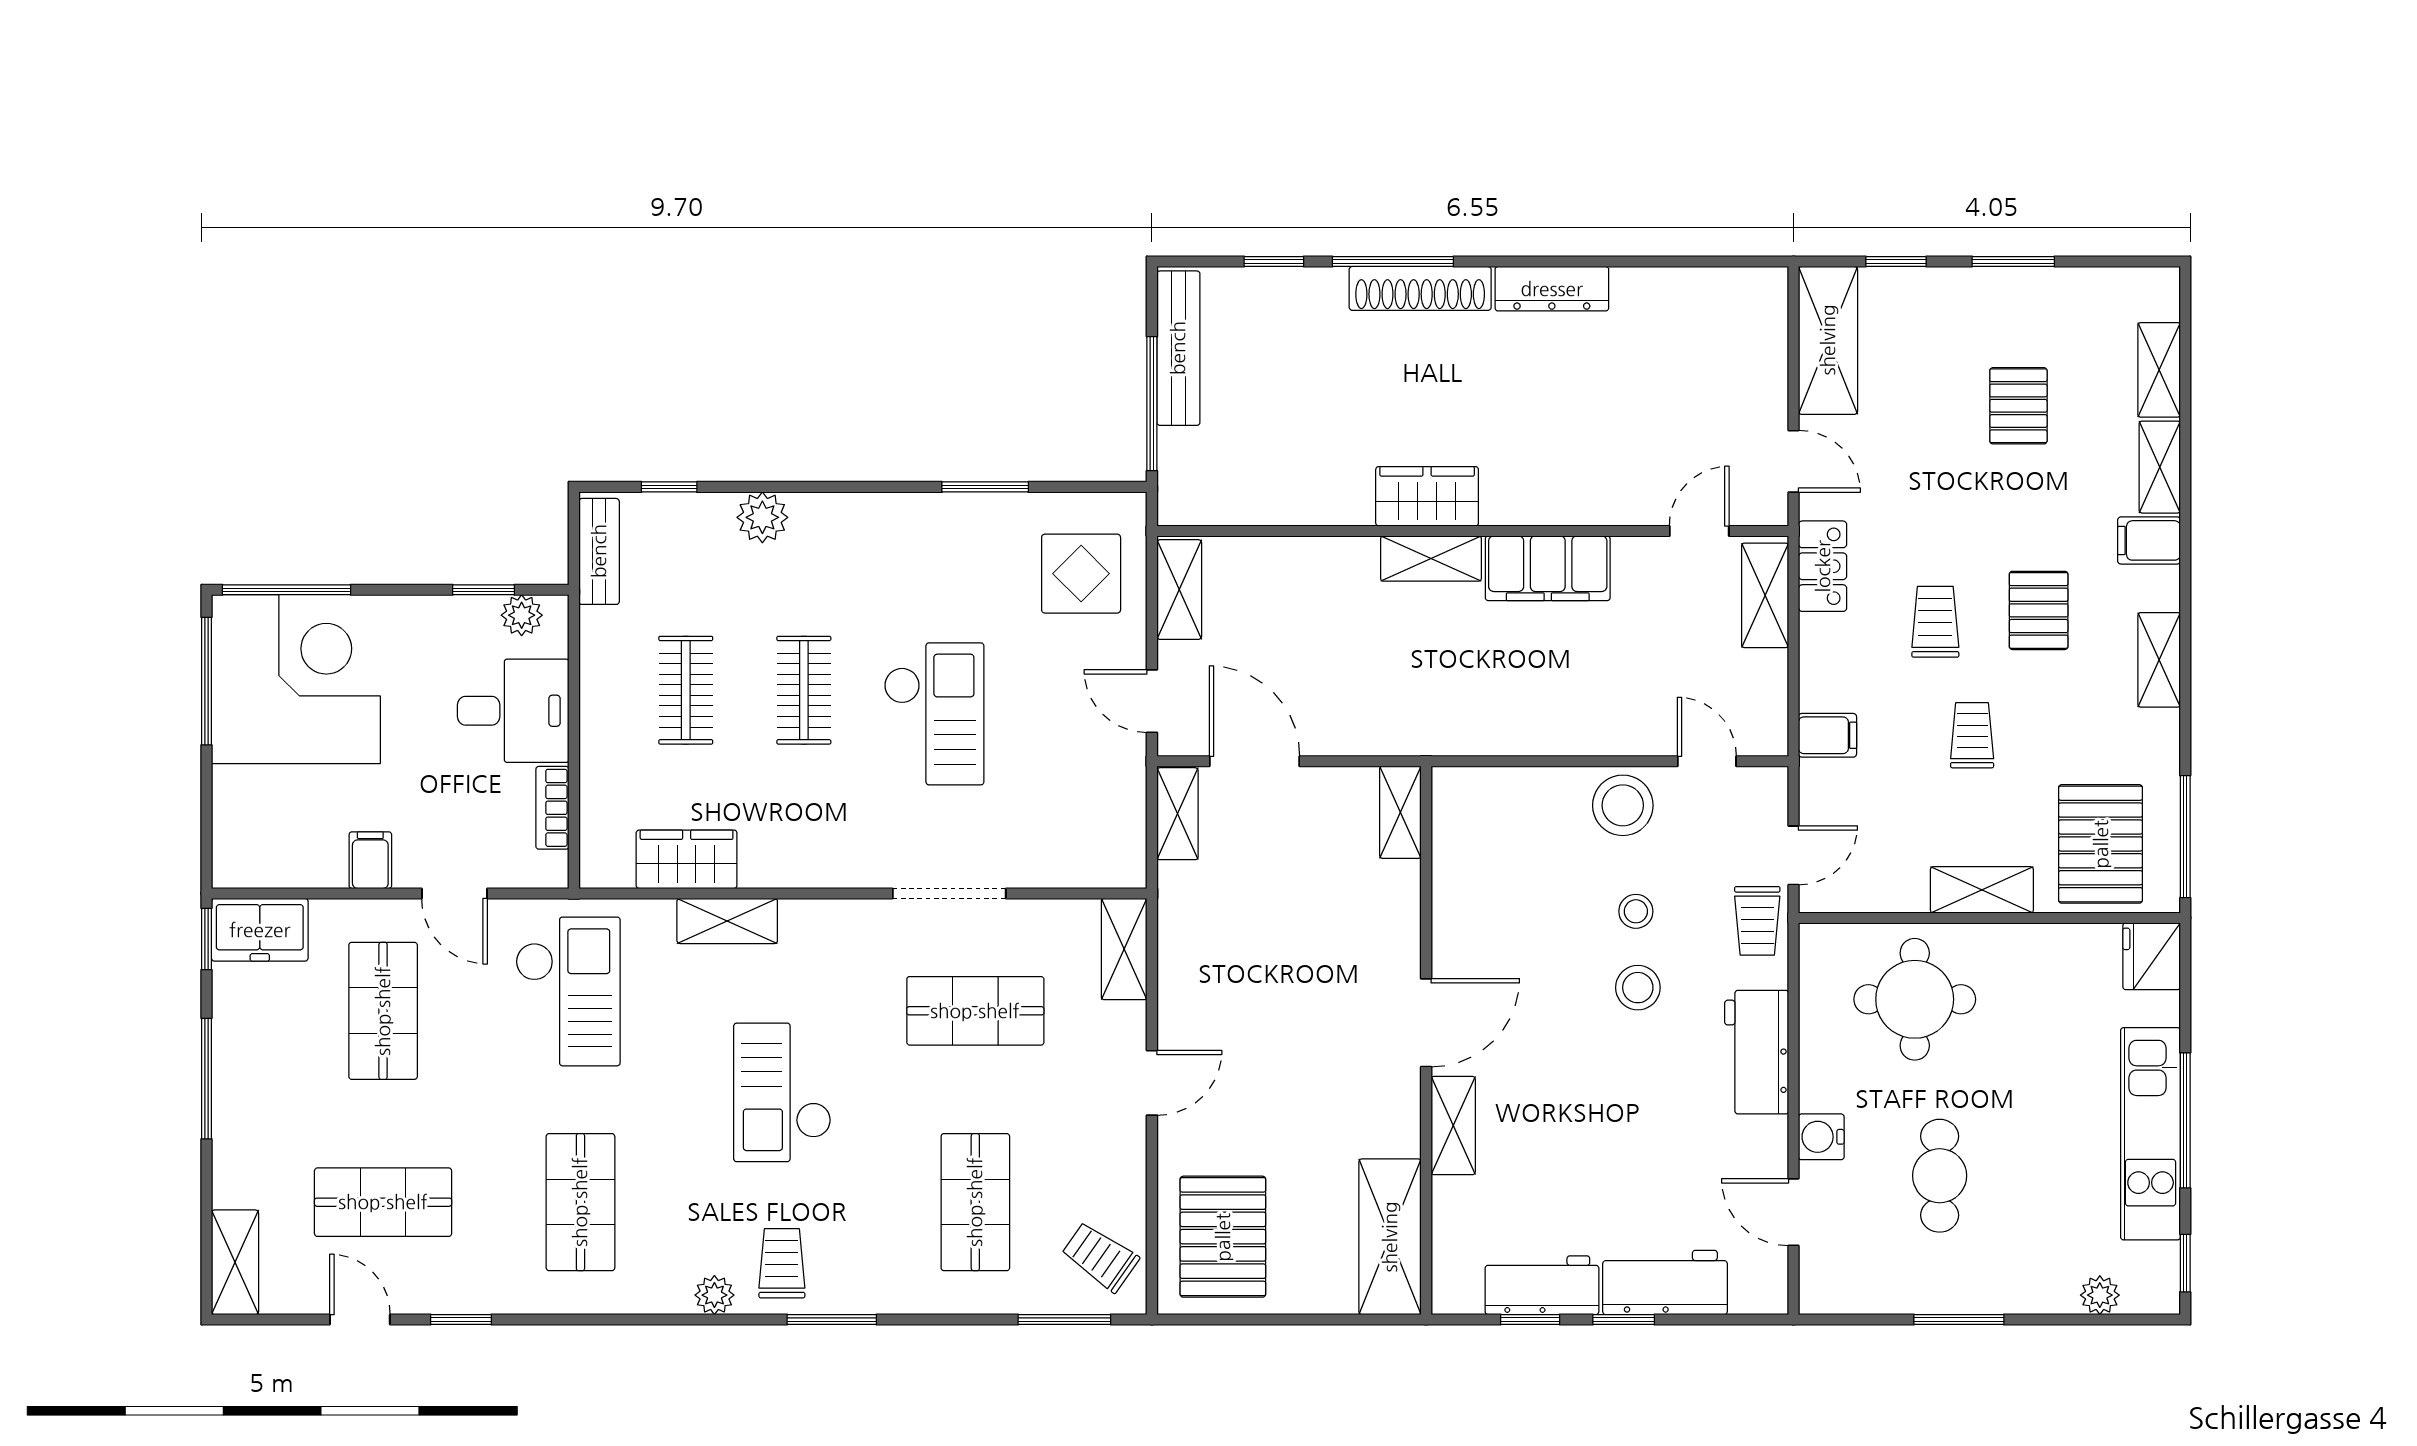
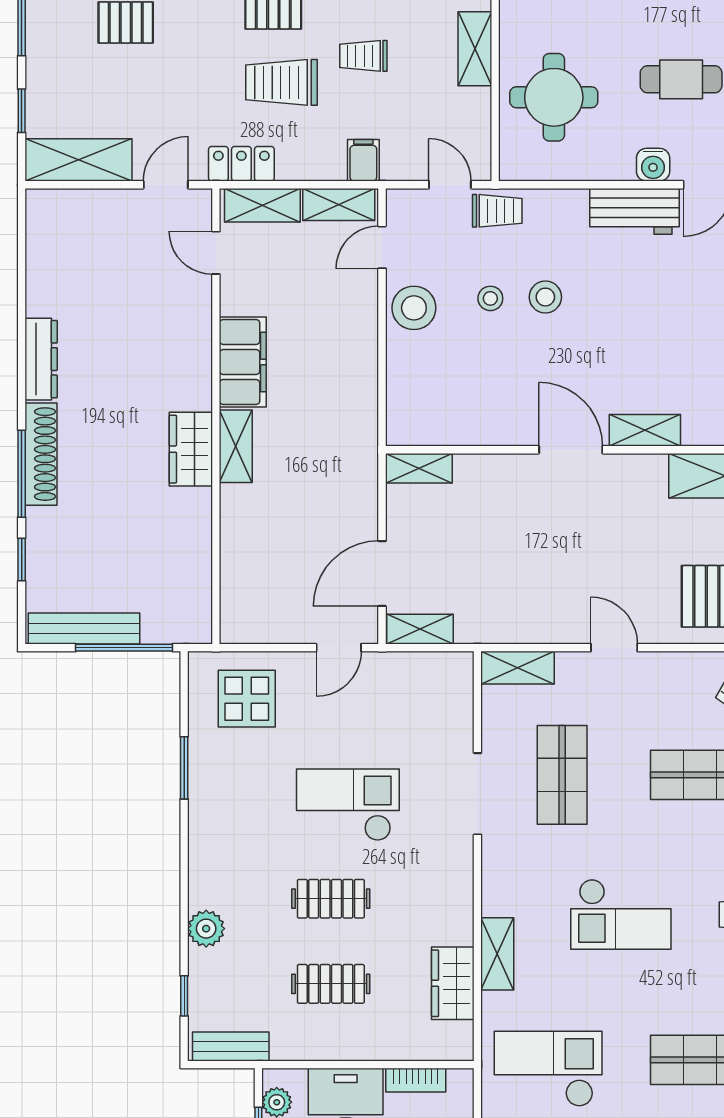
shelving: (1179, 590) -> (339, 204), moved
trolley: (1935, 622) -> (281, 82), width x1.36, depth x1.39
workbench: (1757, 1052) -> (634, 211), moved

